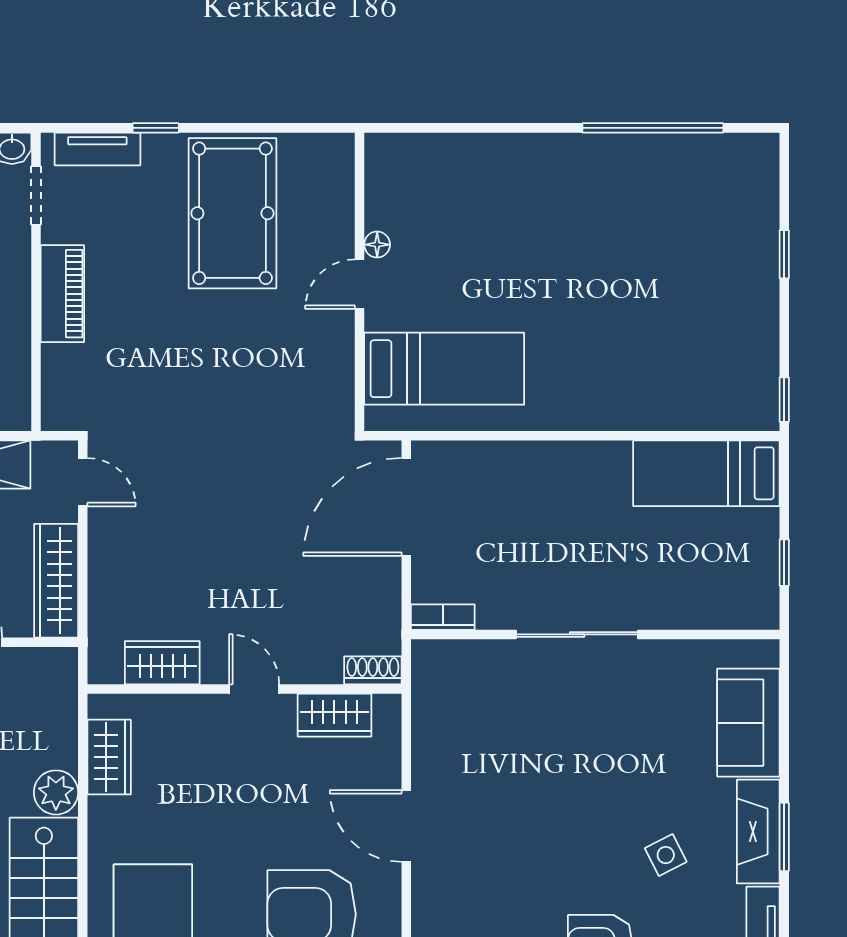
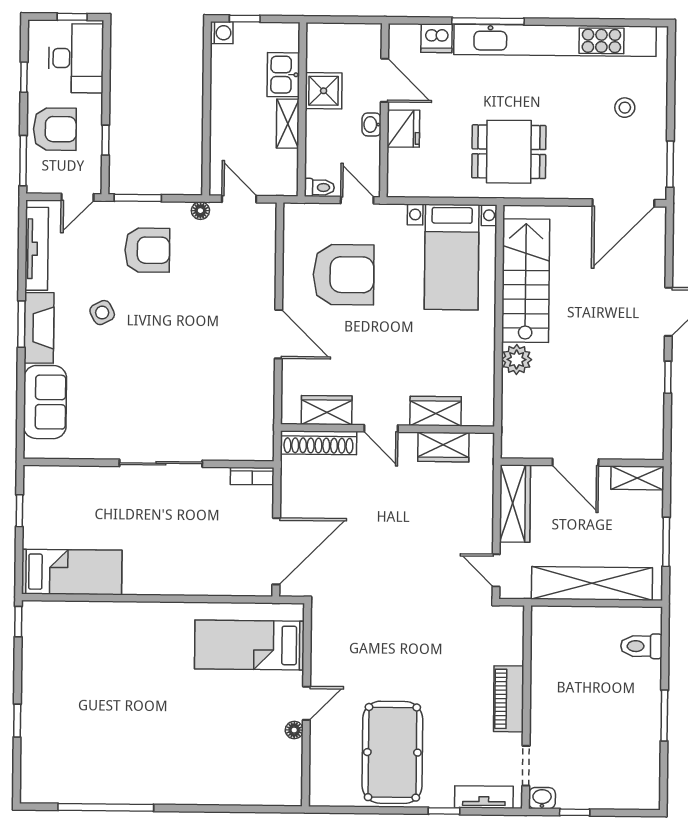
shoe rack: (373, 670) -> (318, 443), width x1.94, depth x1.24
wardrobe: (109, 757) -> (436, 411), moved, turned 90

